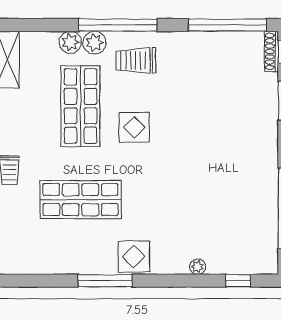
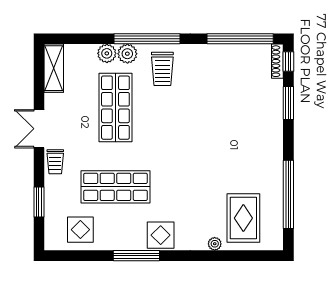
trolley: (136, 61) -> (162, 69), turned -90
display table: (134, 127) -> (80, 230), moved
rug: (231, 236) -> (243, 218), added
window: (238, 281) -> (249, 256), removed

